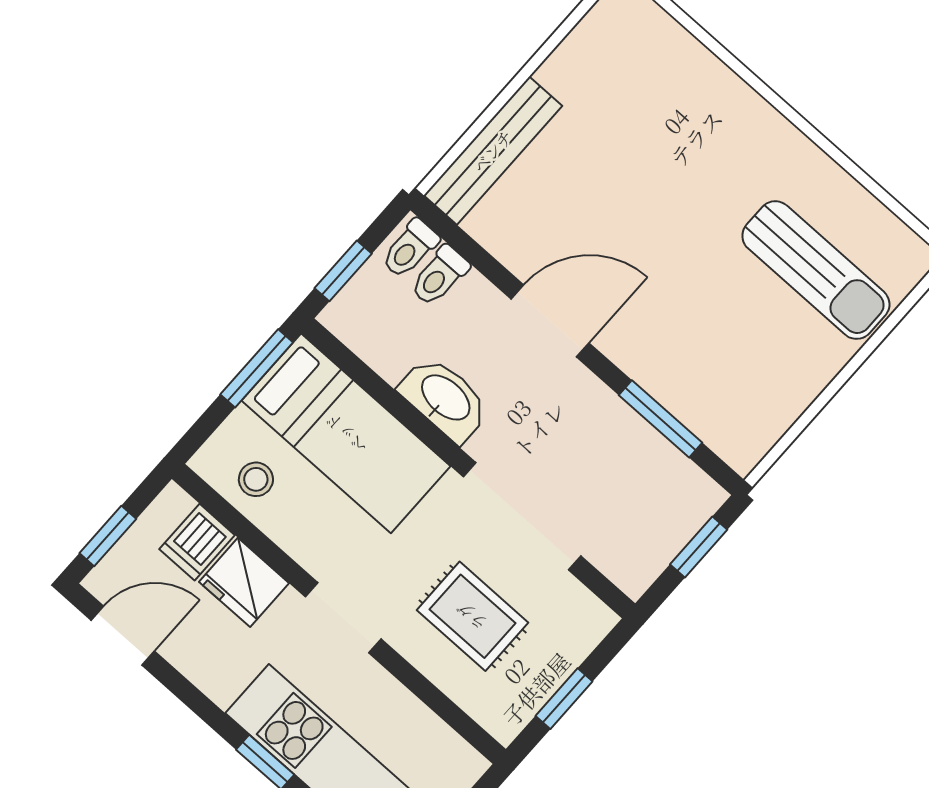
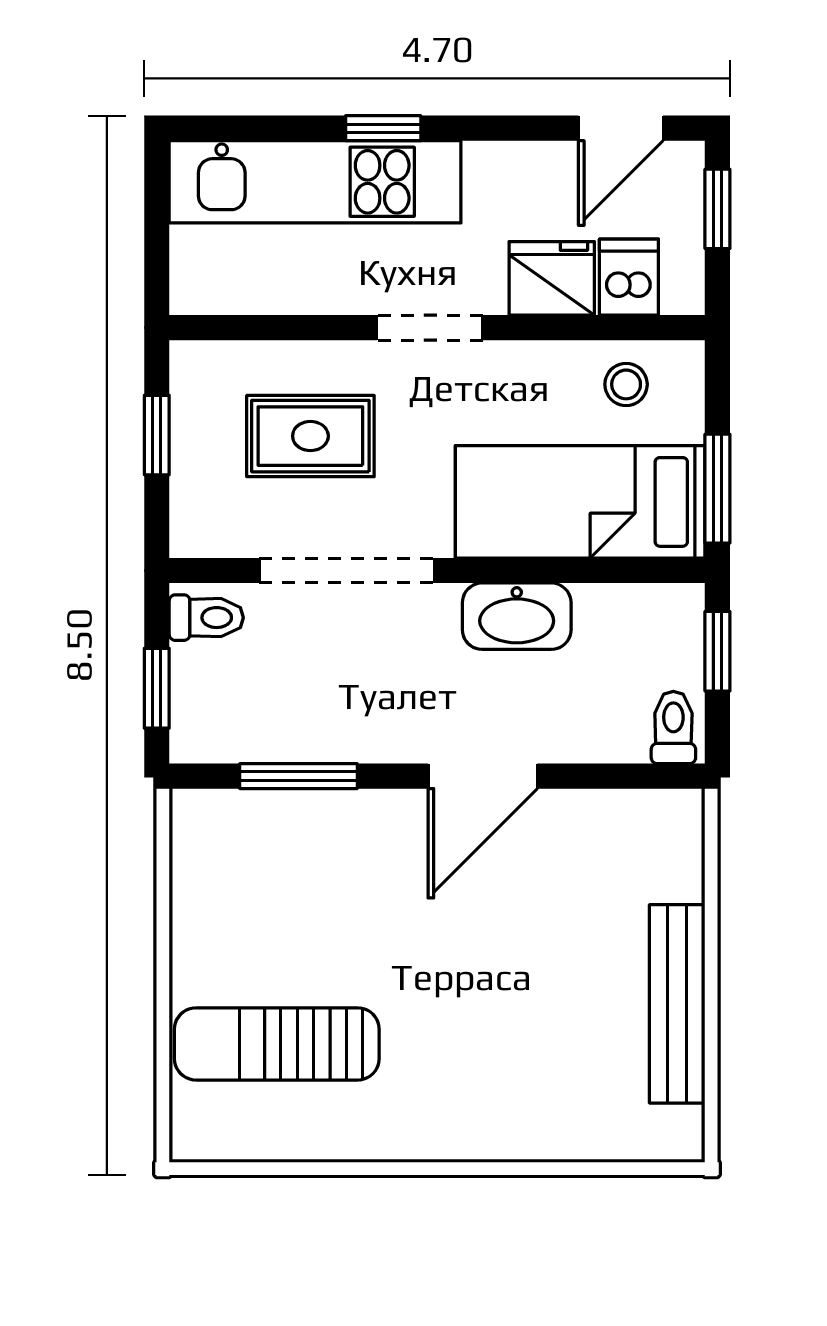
bench: (493, 151) -> (677, 1004), moved
toilet: (439, 276) -> (206, 618), moved, turned 90

